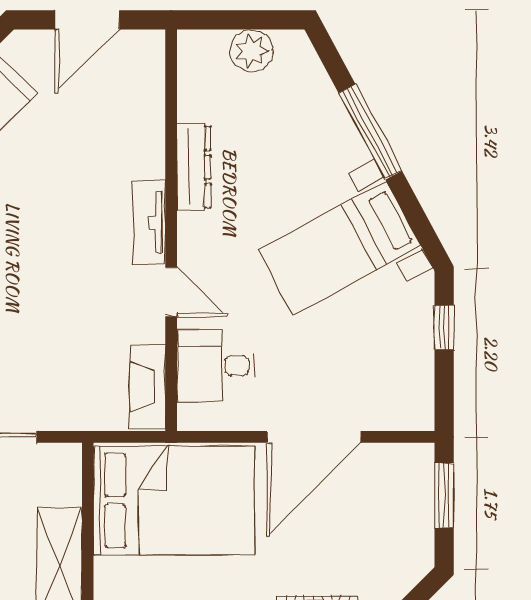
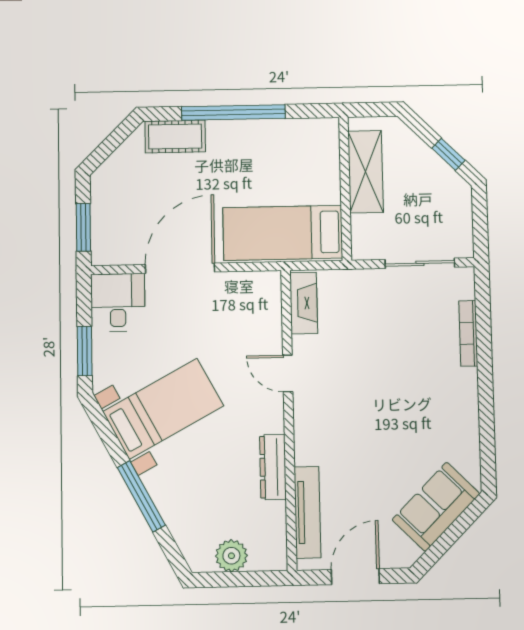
tv unit: (149, 222) -> (307, 512), moved, width x1.41
window: (444, 328) -> (85, 351), width x1.50
desk: (216, 365) -> (118, 302), moved, turned -90
bed: (174, 500) -> (283, 233), width x0.67

